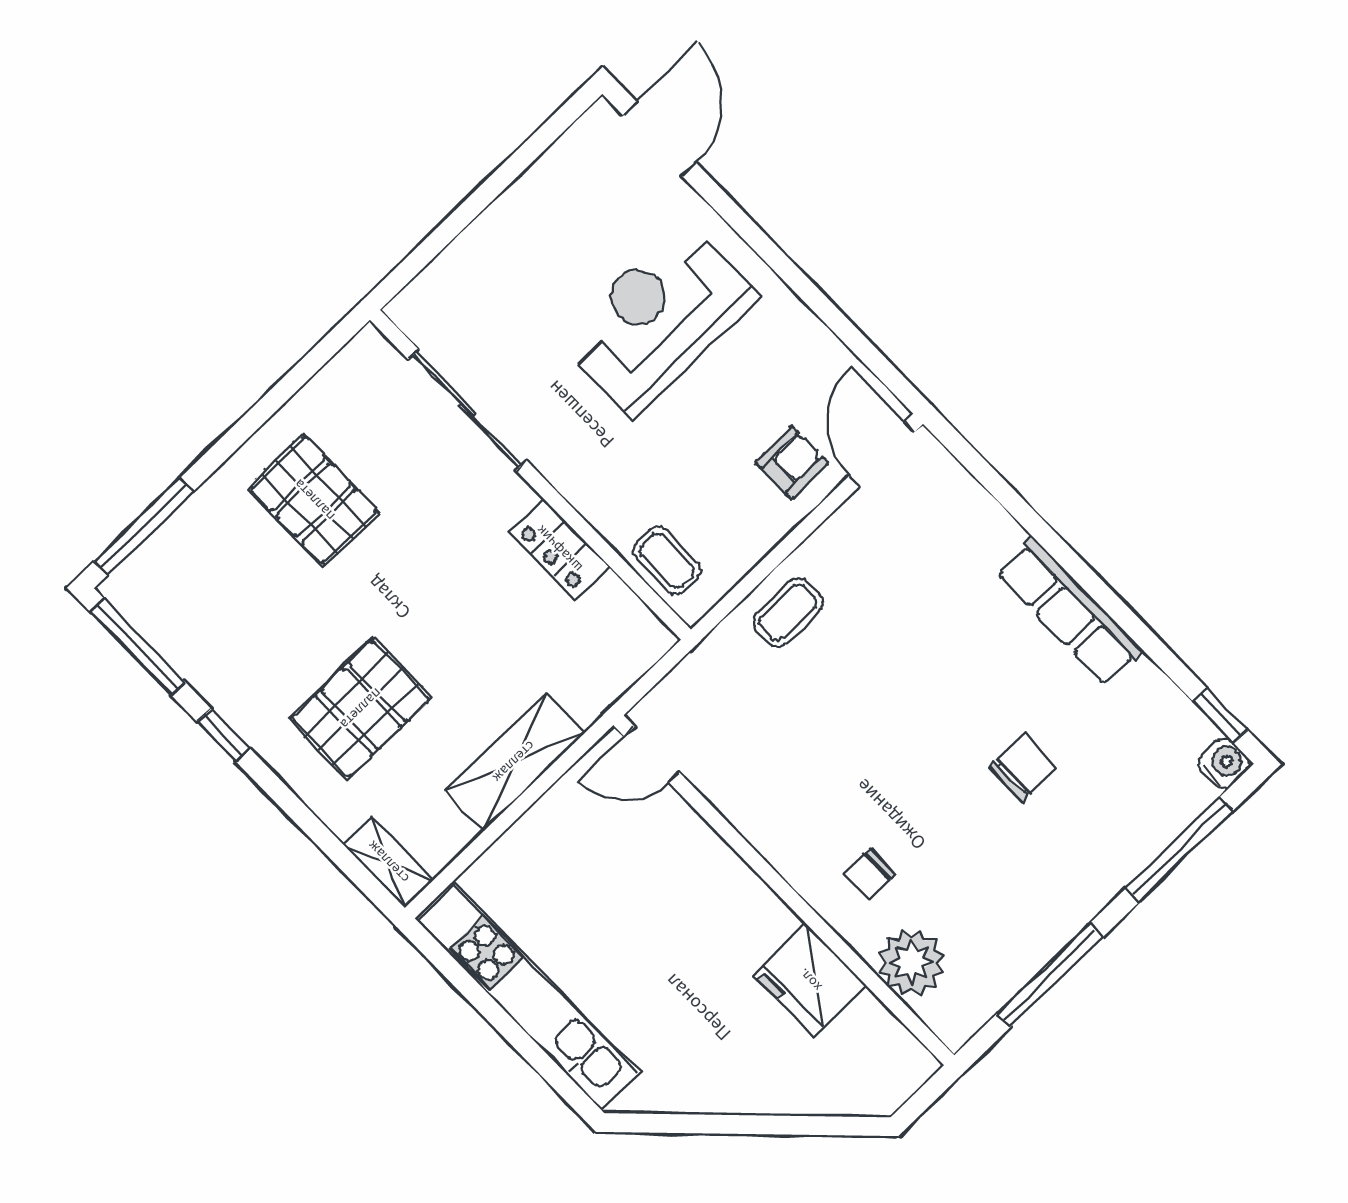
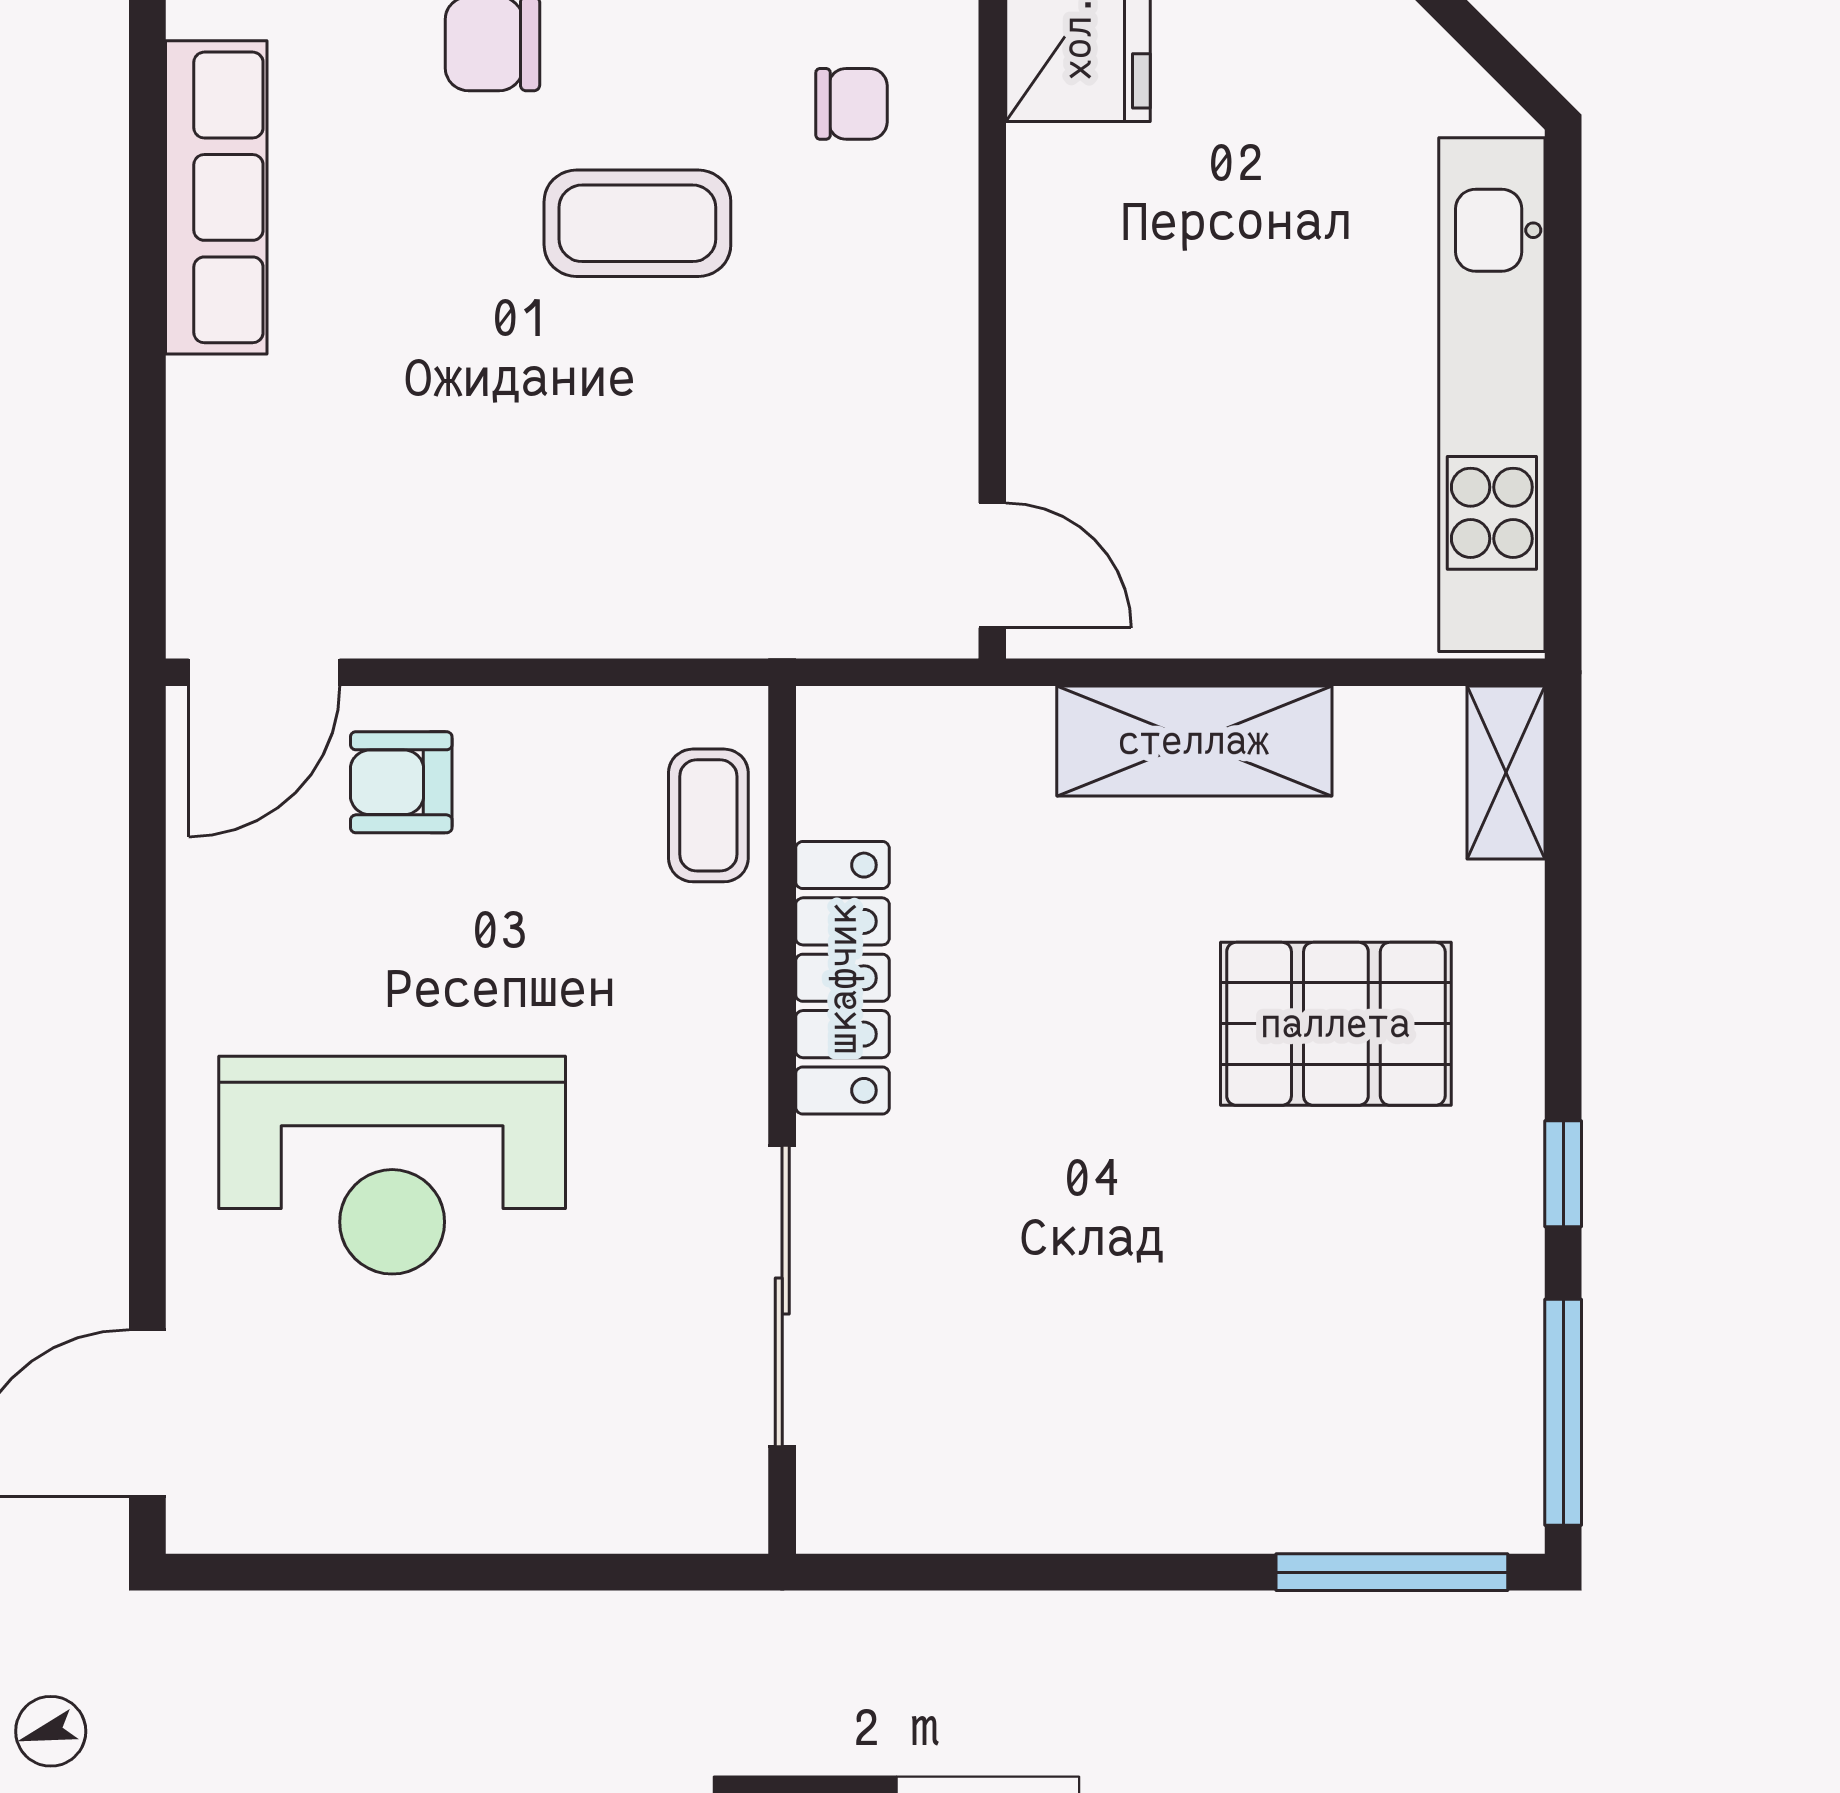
pallet: (314, 500) -> (1119, 1379), removed
locker: (559, 549) -> (843, 978), width x1.53
coffee table: (788, 613) -> (637, 223), moved, width x1.36, depth x1.30

